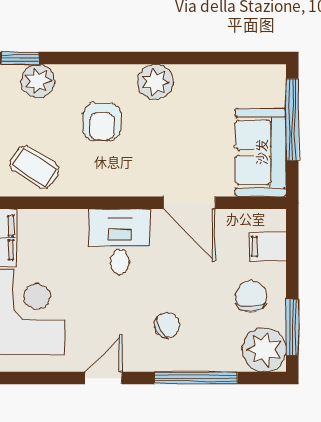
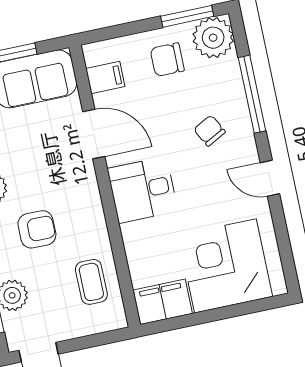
coffee table: (34, 167) -> (91, 282), turned -32
door: (189, 203) -> (94, 134), hinge flipped
filing cabinet: (268, 247) -> (105, 78), moved, turned -90

